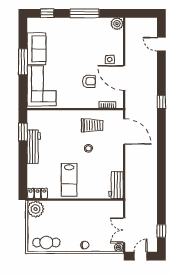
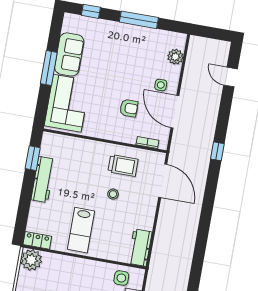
plant: (117, 24) -> (175, 57), moved
side table: (106, 211) -> (121, 278), added

